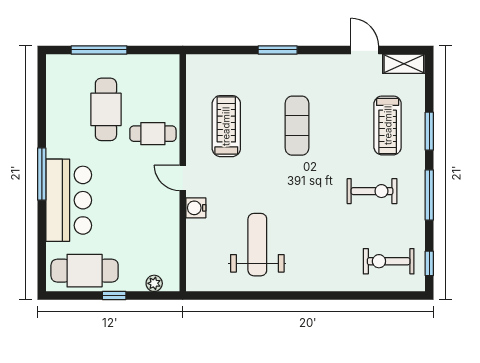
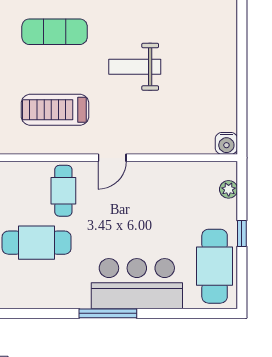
water cooler: (196, 208) -> (226, 143), moved
weight bench: (257, 245) -> (135, 67), moved, width x0.73, depth x0.75

